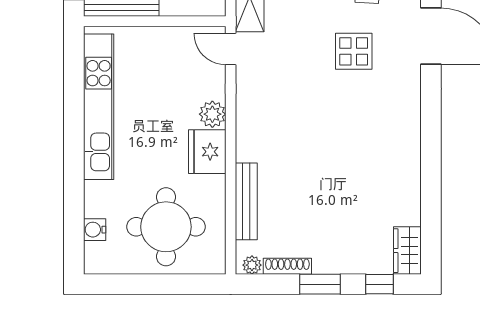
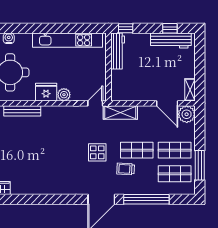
display table: (354, 51) -> (97, 152), moved

